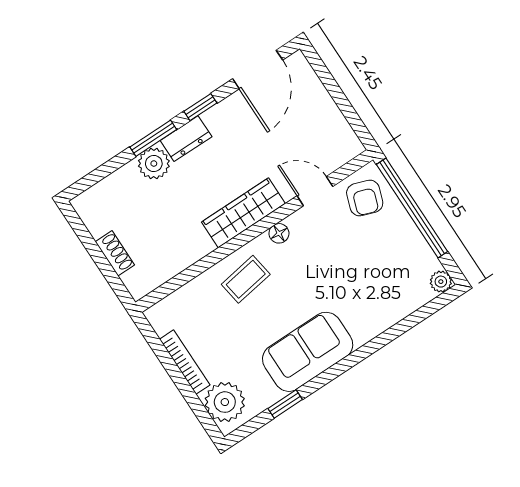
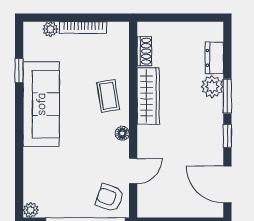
dresser: (186, 139) -> (214, 58), moved
wardrobe: (243, 213) -> (148, 96), moved
shoe rack: (115, 253) -> (144, 51), moved, turned -90
sofa: (308, 352) -> (41, 104), width x1.36
plant: (225, 402) -> (50, 29), width x0.53, depth x0.53

